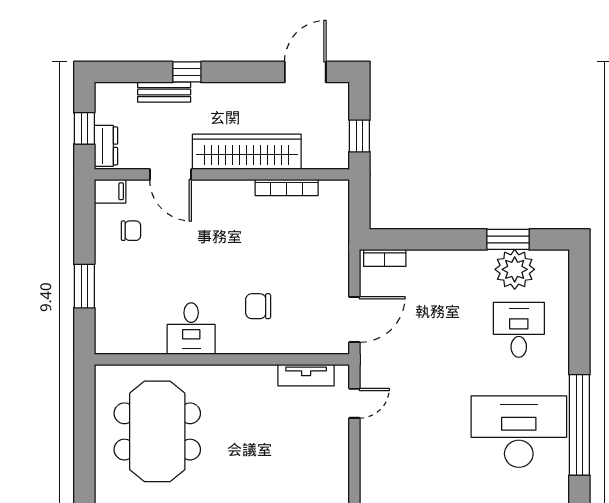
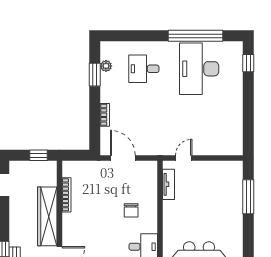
bookcase: (385, 258) -> (105, 115), moved
plant: (515, 269) -> (106, 66), width x0.53, depth x0.53
door: (354, 320) -> (123, 158), moved
door: (354, 403) -> (184, 158), hinge flipped

